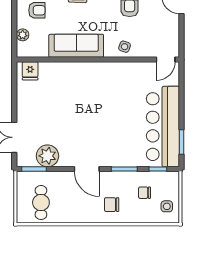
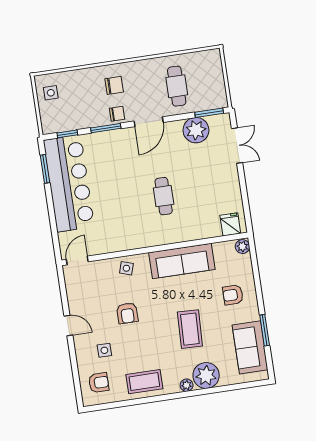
plant: (23, 35) -> (242, 247), moved
cafe table: (84, 104) -> (164, 196), added
door: (87, 169) -> (149, 122), swing flipped
chair: (145, 193) -> (117, 114), moved
cafe table: (41, 202) -> (177, 86), moved

